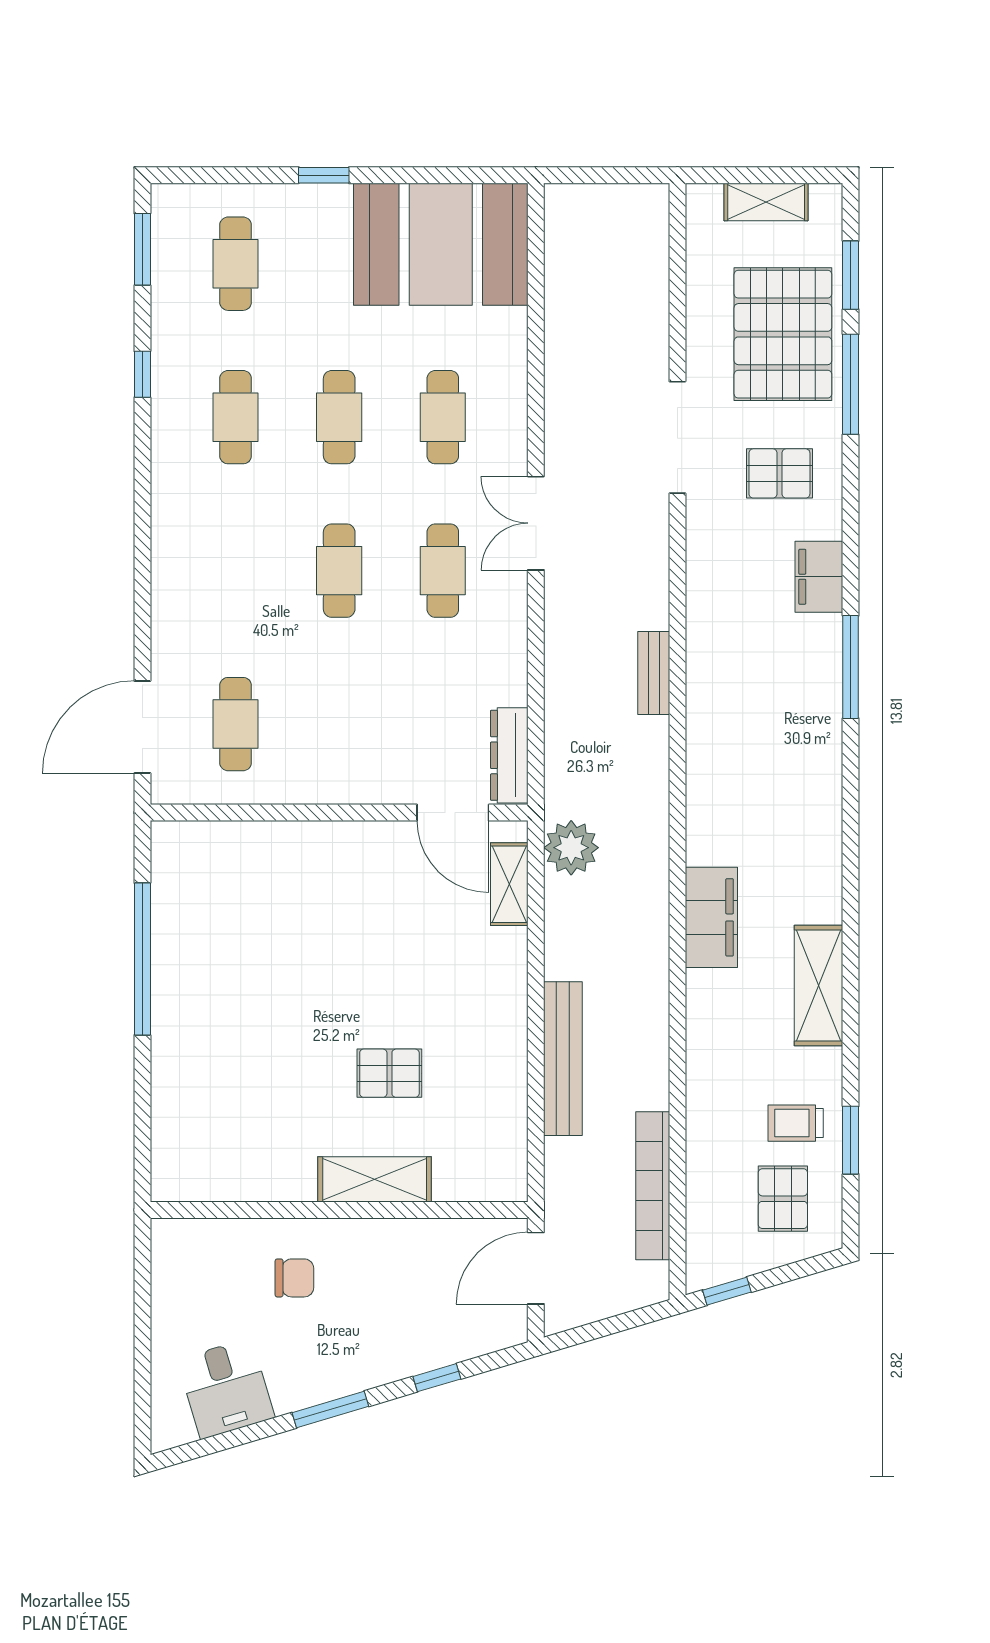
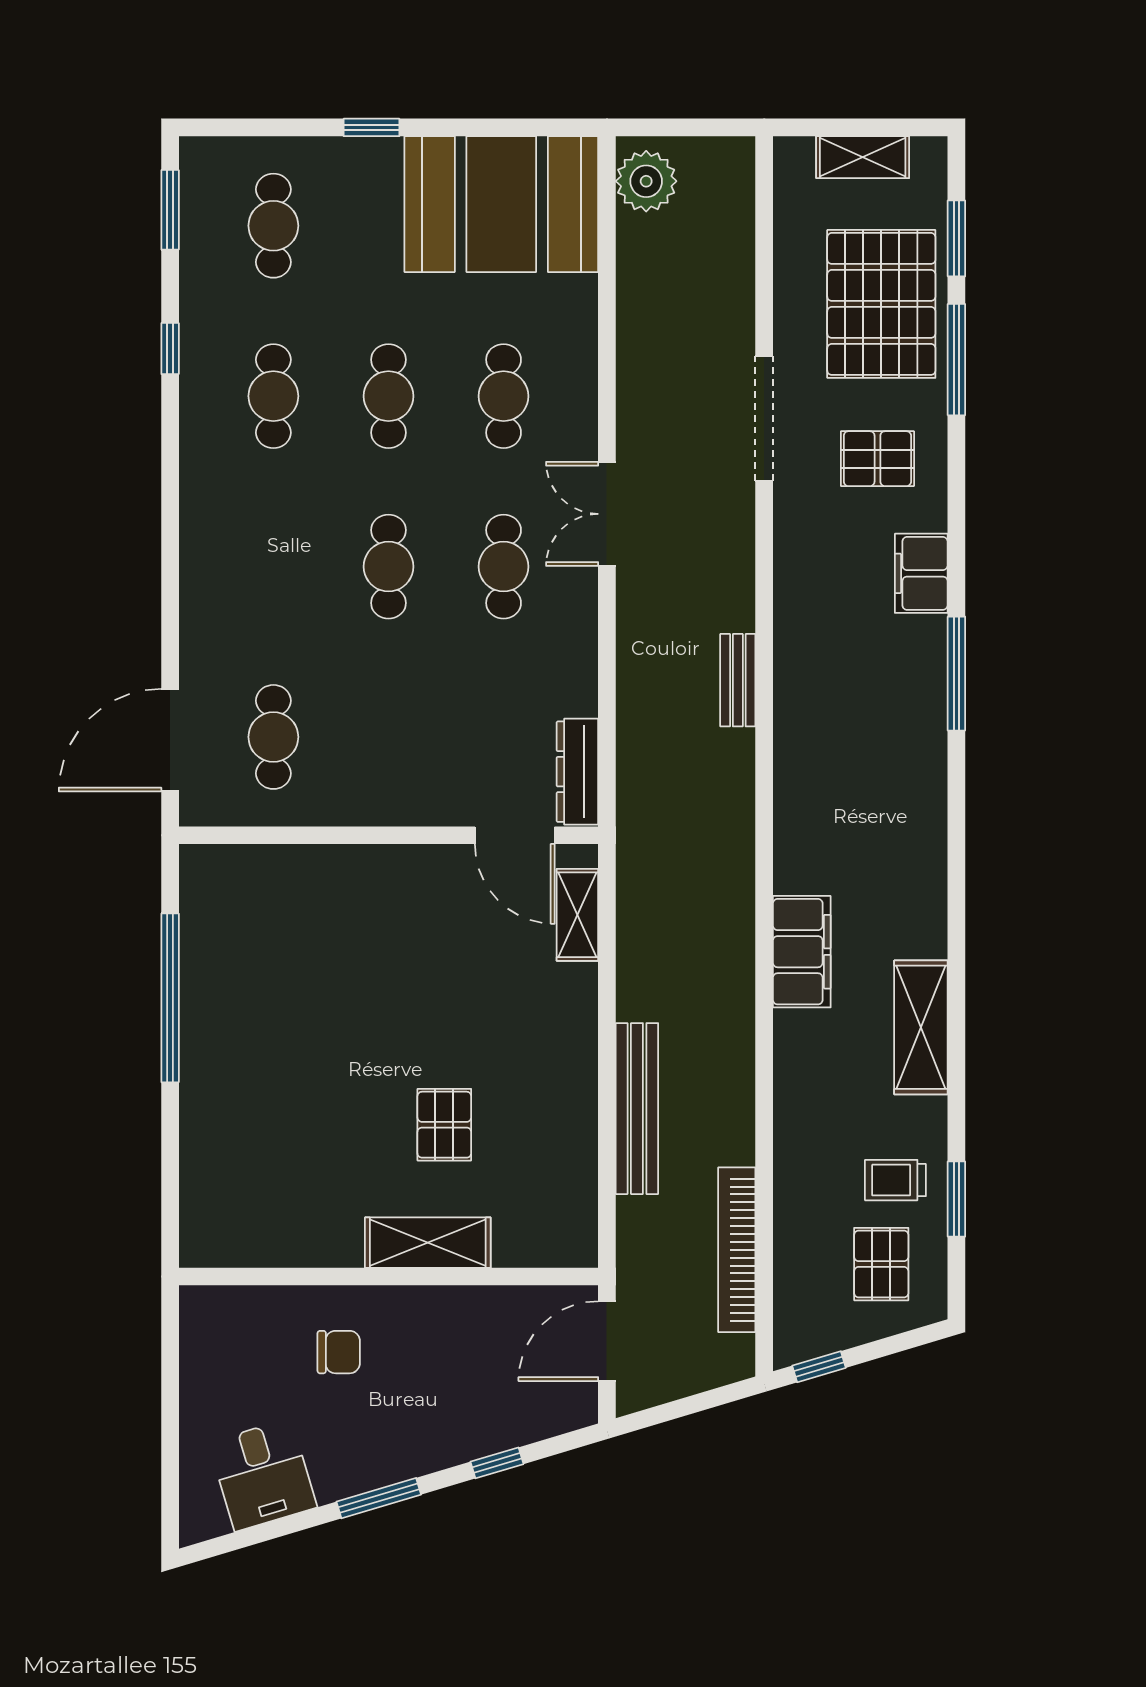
plant: (571, 848) -> (646, 181), moved
pallet: (389, 1073) -> (444, 1125), turned 90

